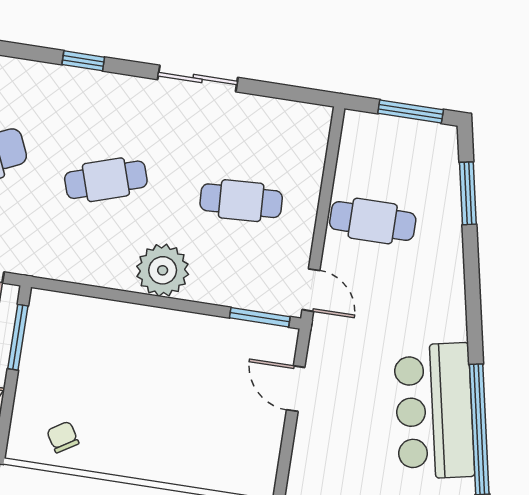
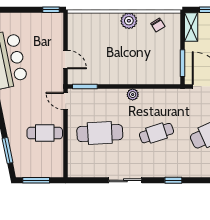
cafe table: (241, 201) -> (100, 133), width x1.37, depth x1.35
plant: (163, 270) -> (133, 95), width x0.53, depth x0.53
plant: (130, 458) -> (129, 21), added

